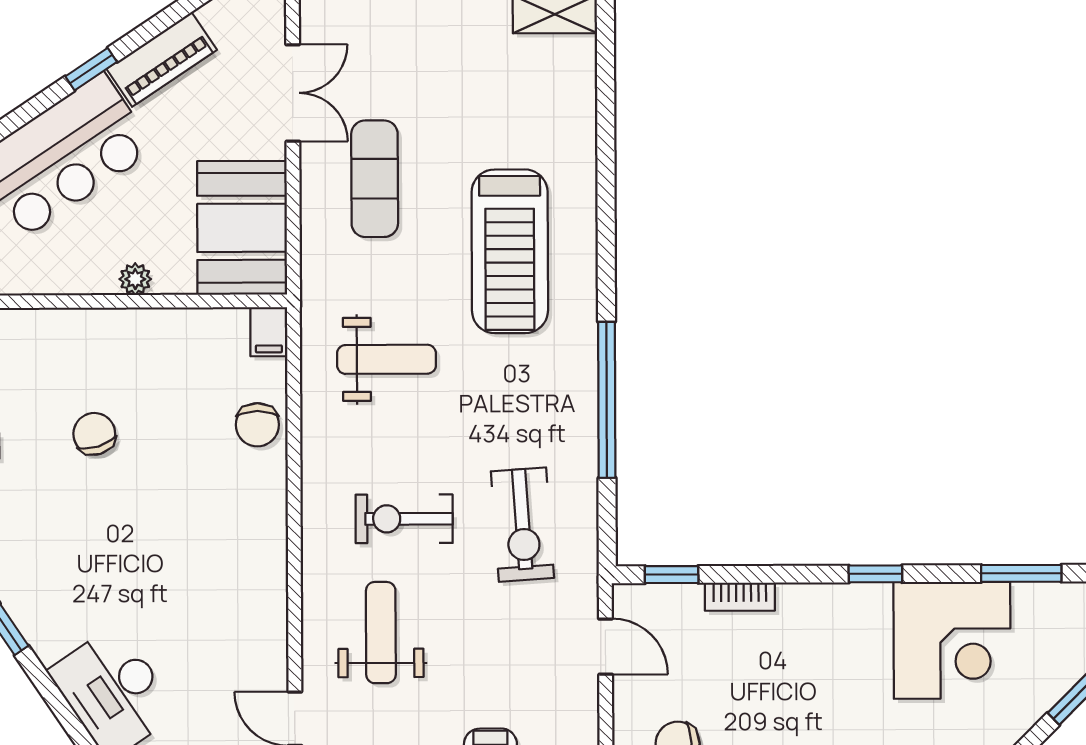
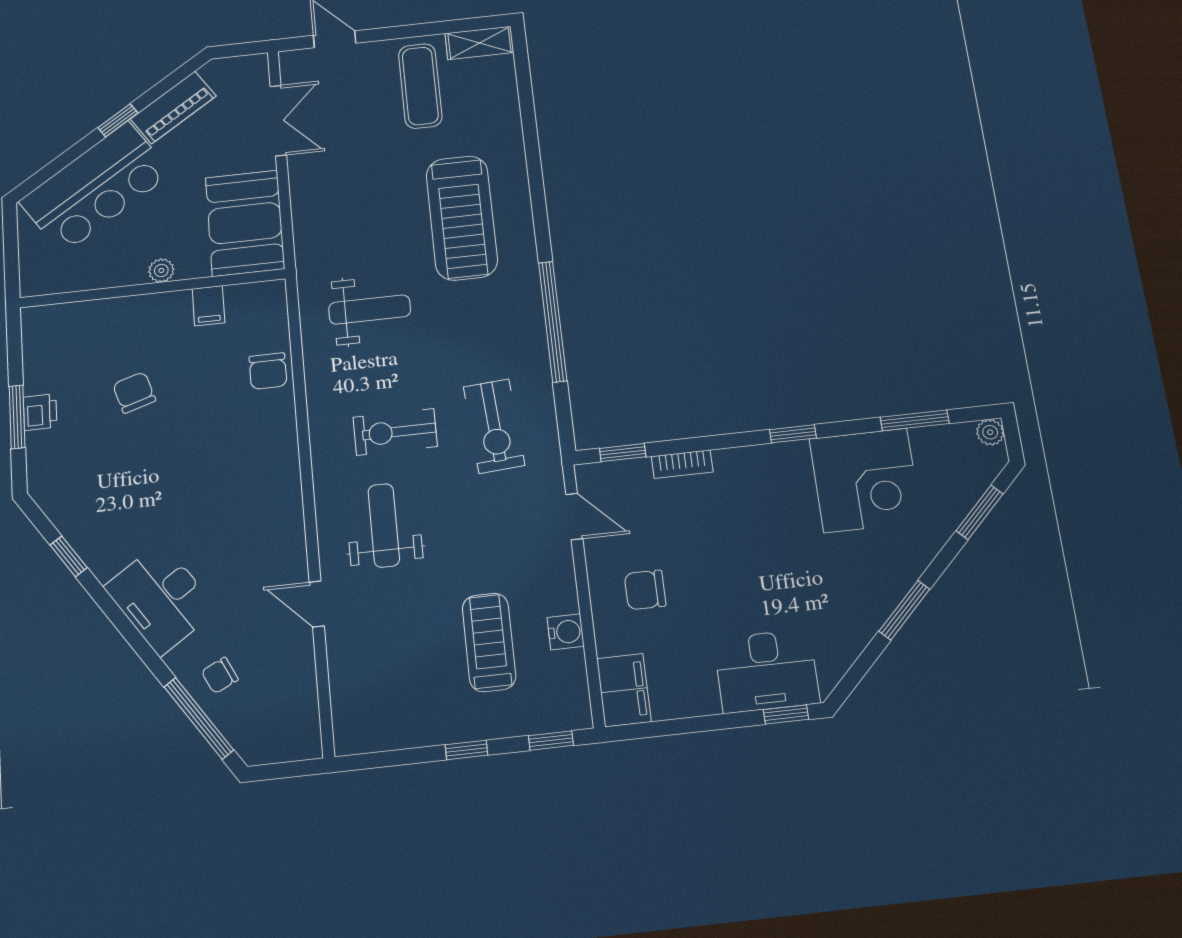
exercise mat: (375, 179) -> (420, 86), moved
filing cabinet: (269, 332) -> (209, 306), moved

